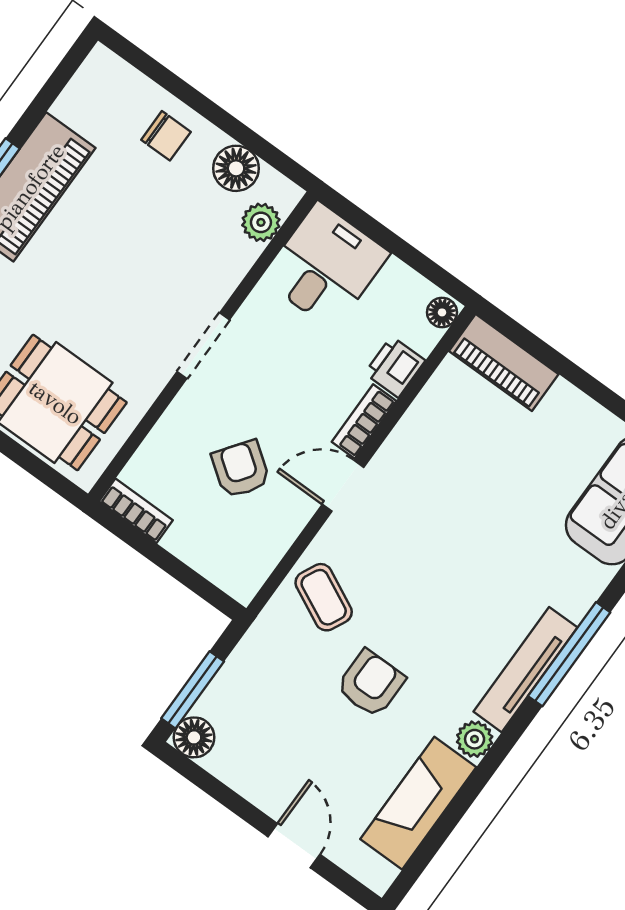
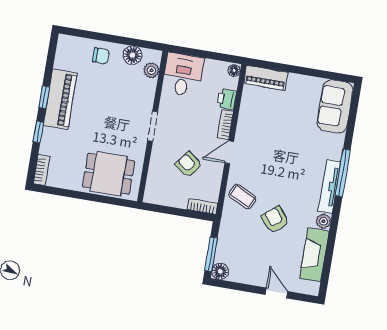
bookcase: (136, 511) -> (203, 206), moved
armchair: (371, 683) -> (275, 220), turned -39

